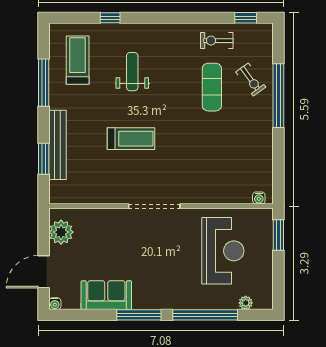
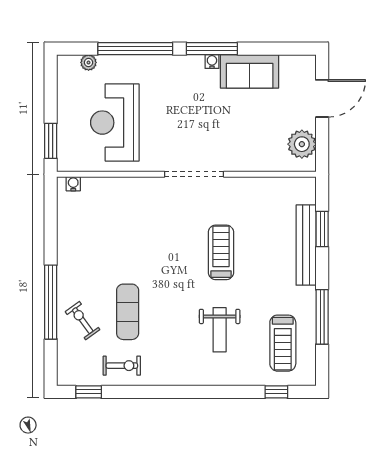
window: (110, 18) -> (276, 392), moved
treadmill: (131, 139) -> (221, 252), turned 90
water cooler: (55, 304) -> (212, 61), moved

